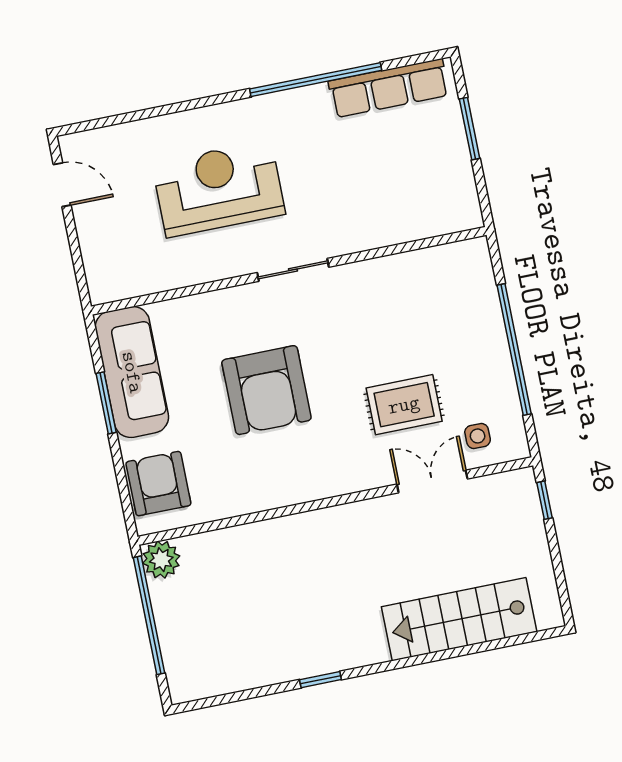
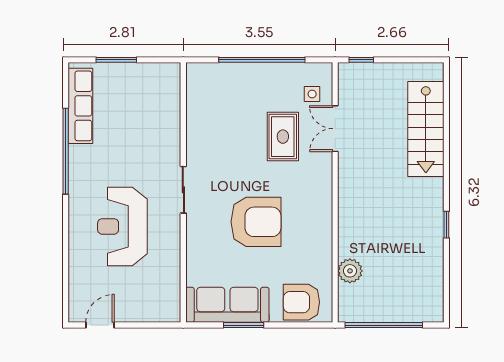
plant: (161, 560) -> (350, 271), moved

